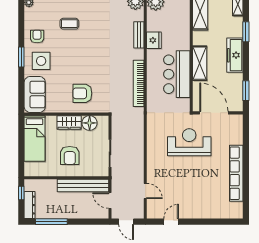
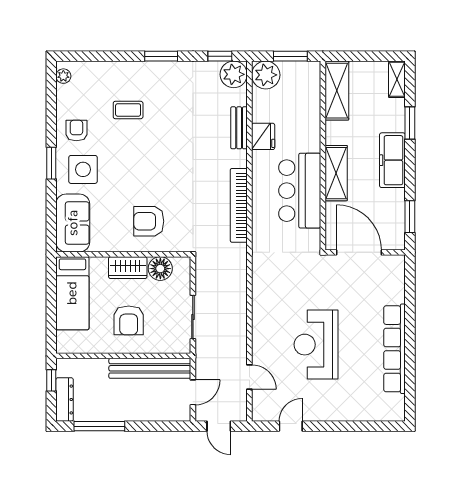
reception desk: (189, 142) -> (316, 345), moved, turned -90
door: (110, 201) -> (193, 392), swing flipped

